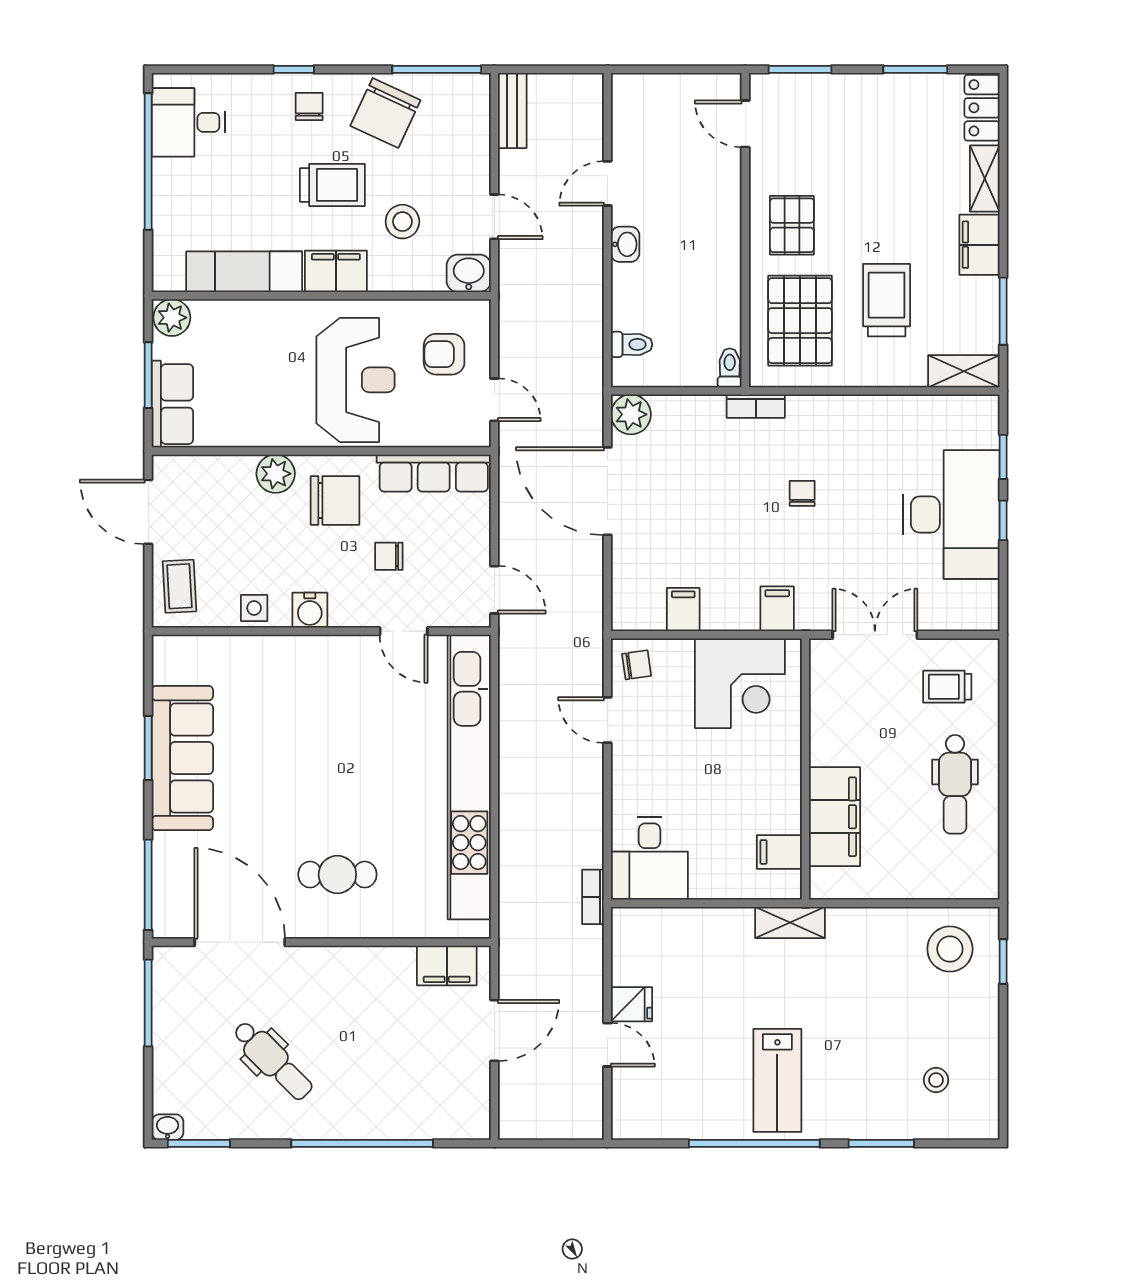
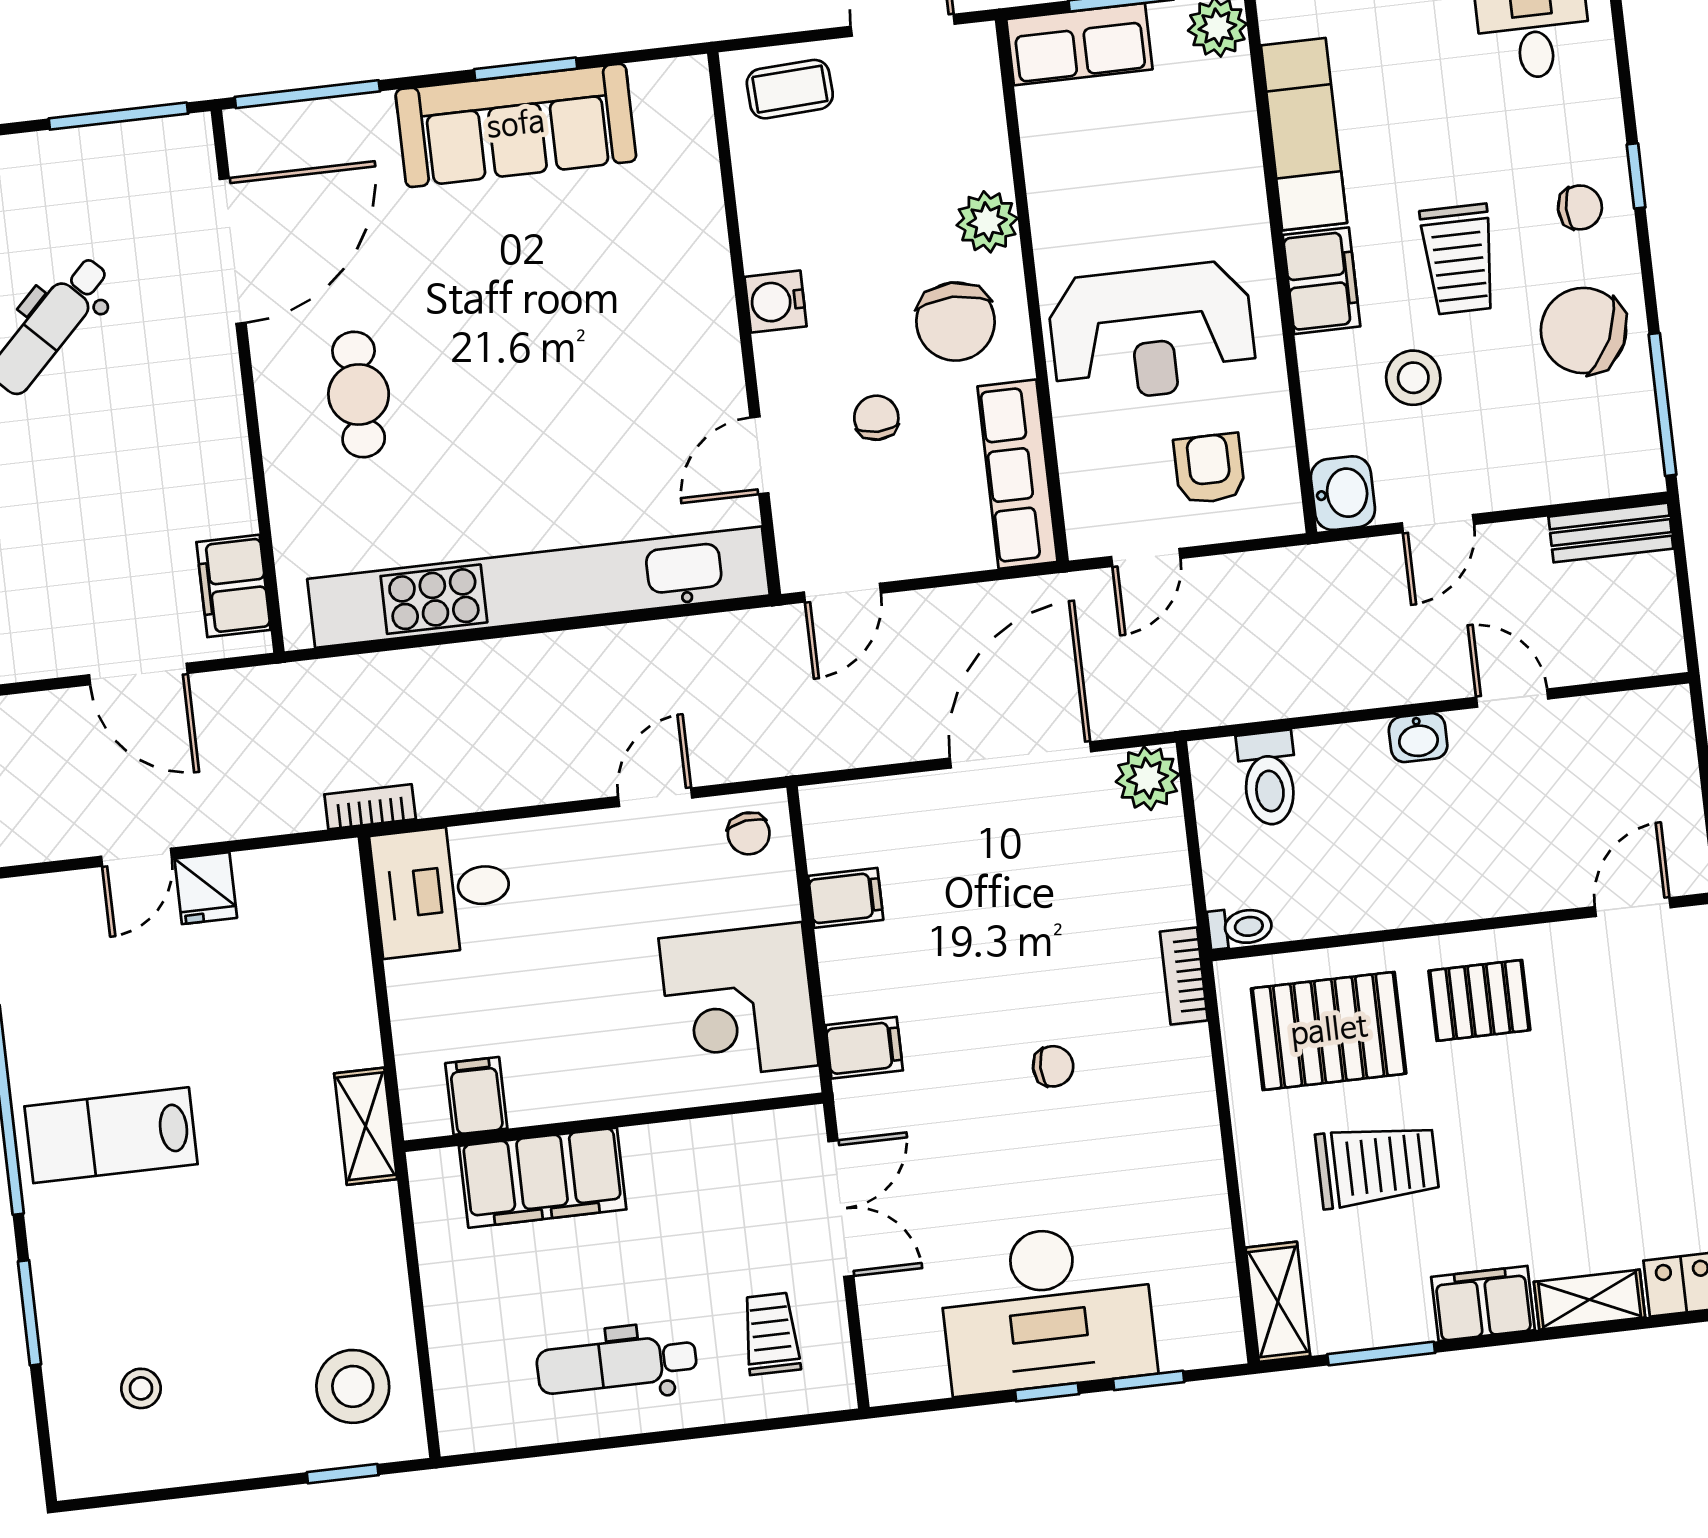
toilet: (632, 344) -> (1268, 778), width x1.37, depth x1.39
side table: (254, 608) -> (769, 212), removed

